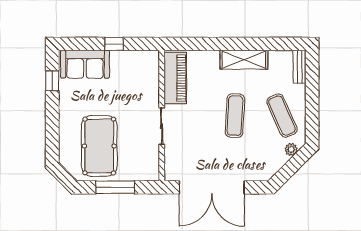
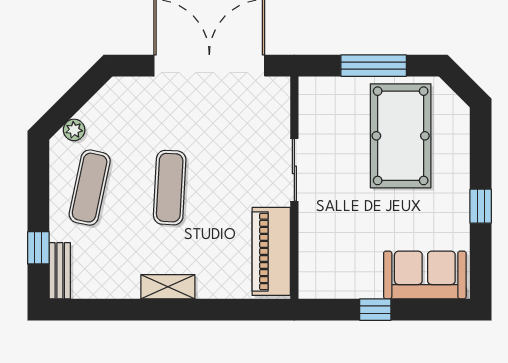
shelving: (244, 60) -> (168, 287), width x0.67, depth x0.75
window: (312, 80) -> (38, 248), added
window: (52, 81) -> (481, 206), moved
exercise mat: (282, 116) -> (90, 188), turned 36

